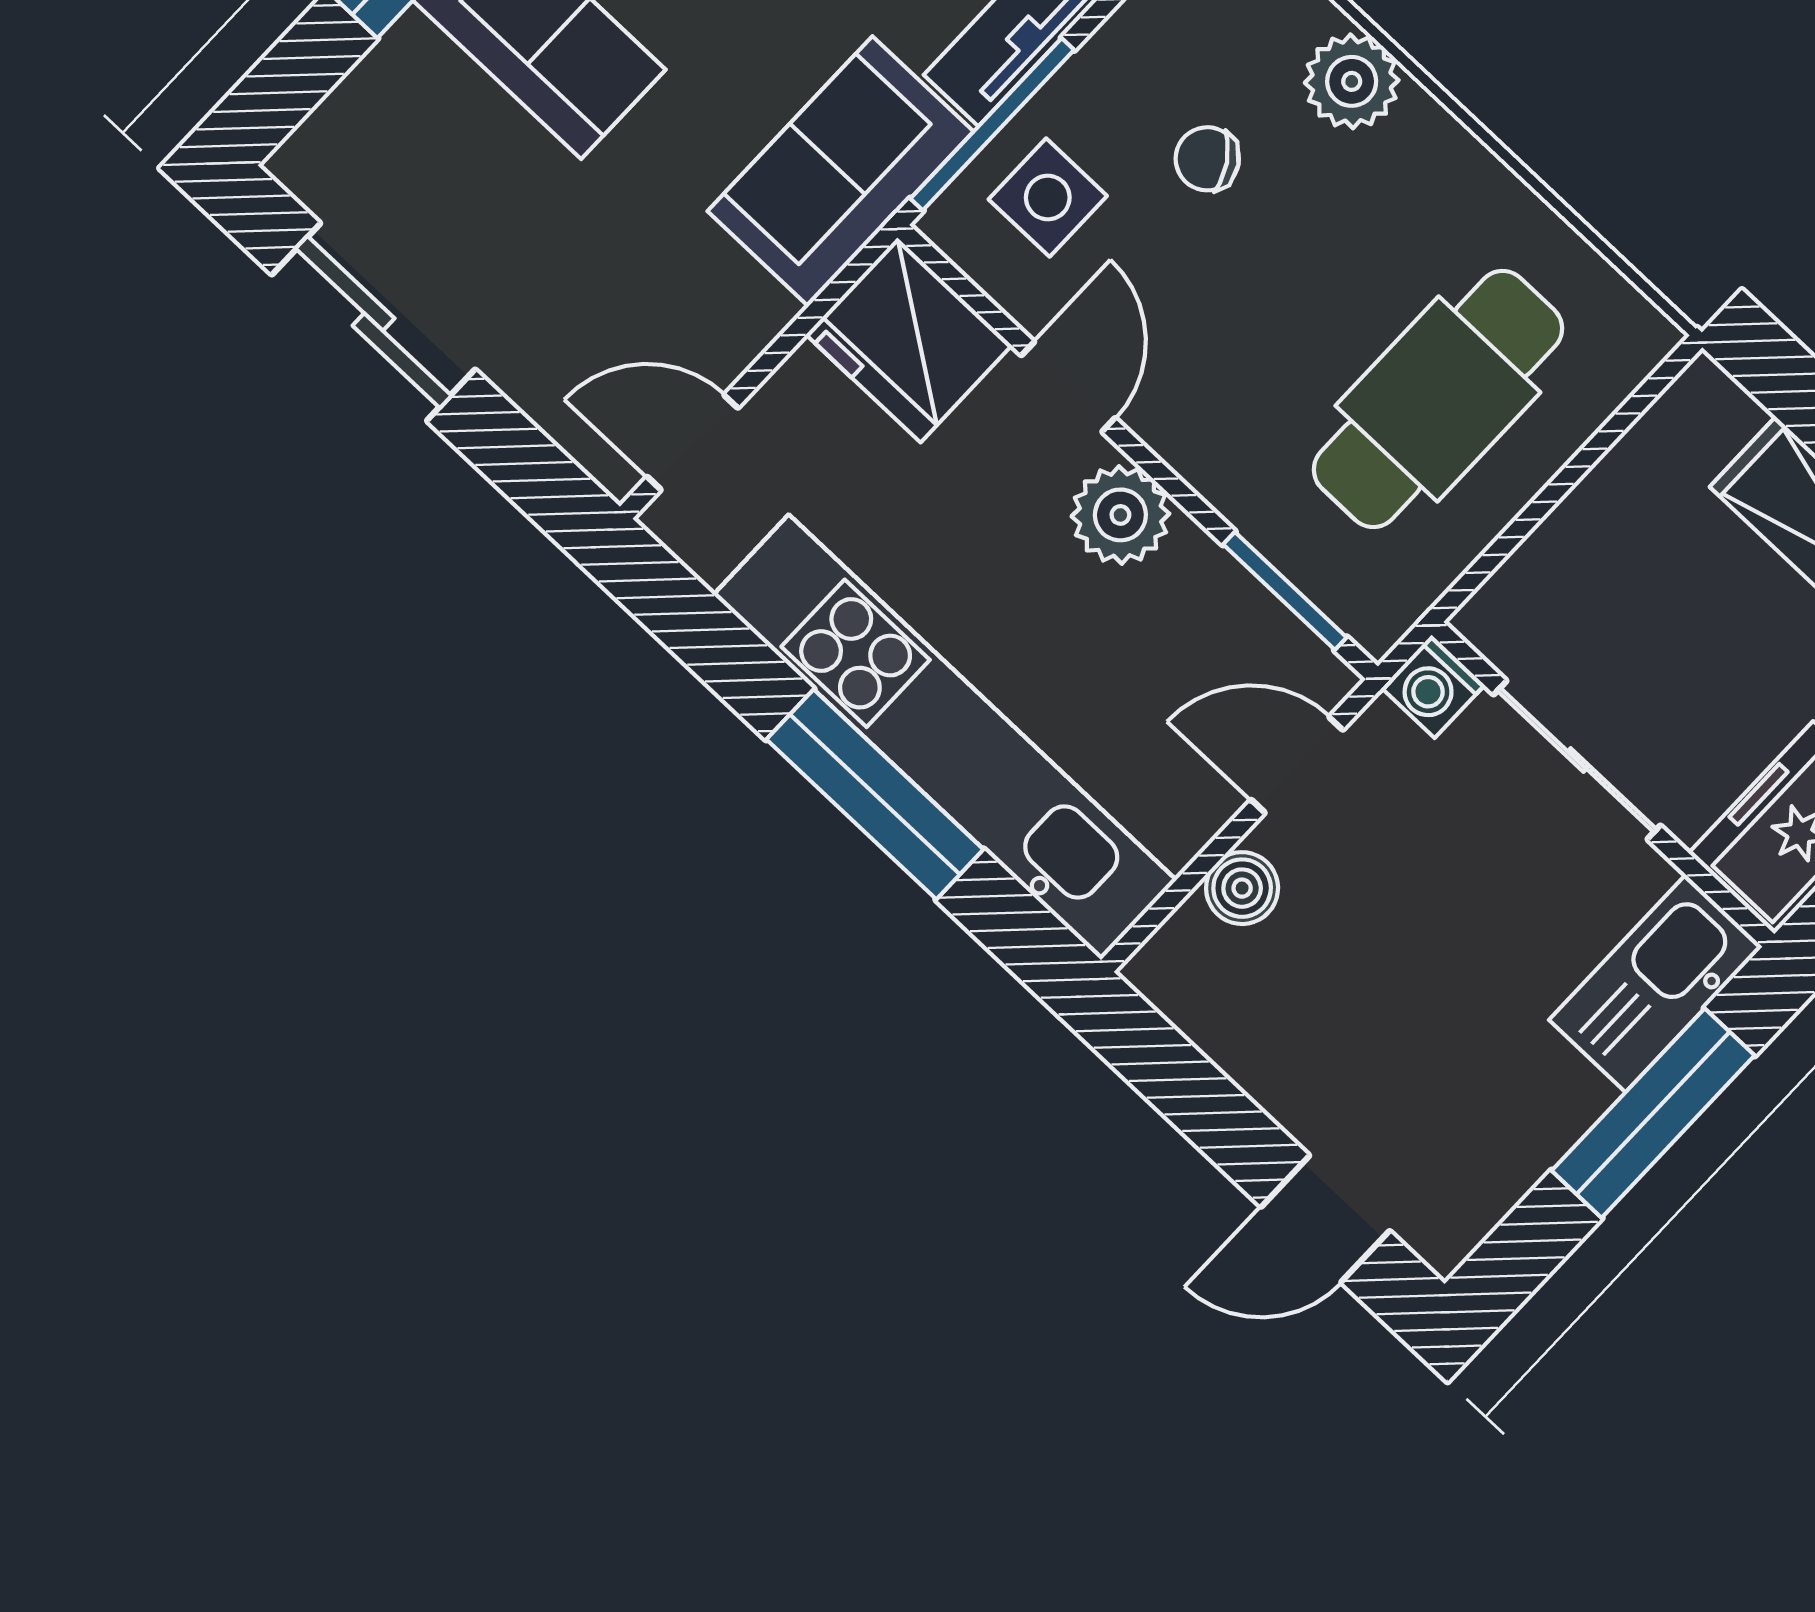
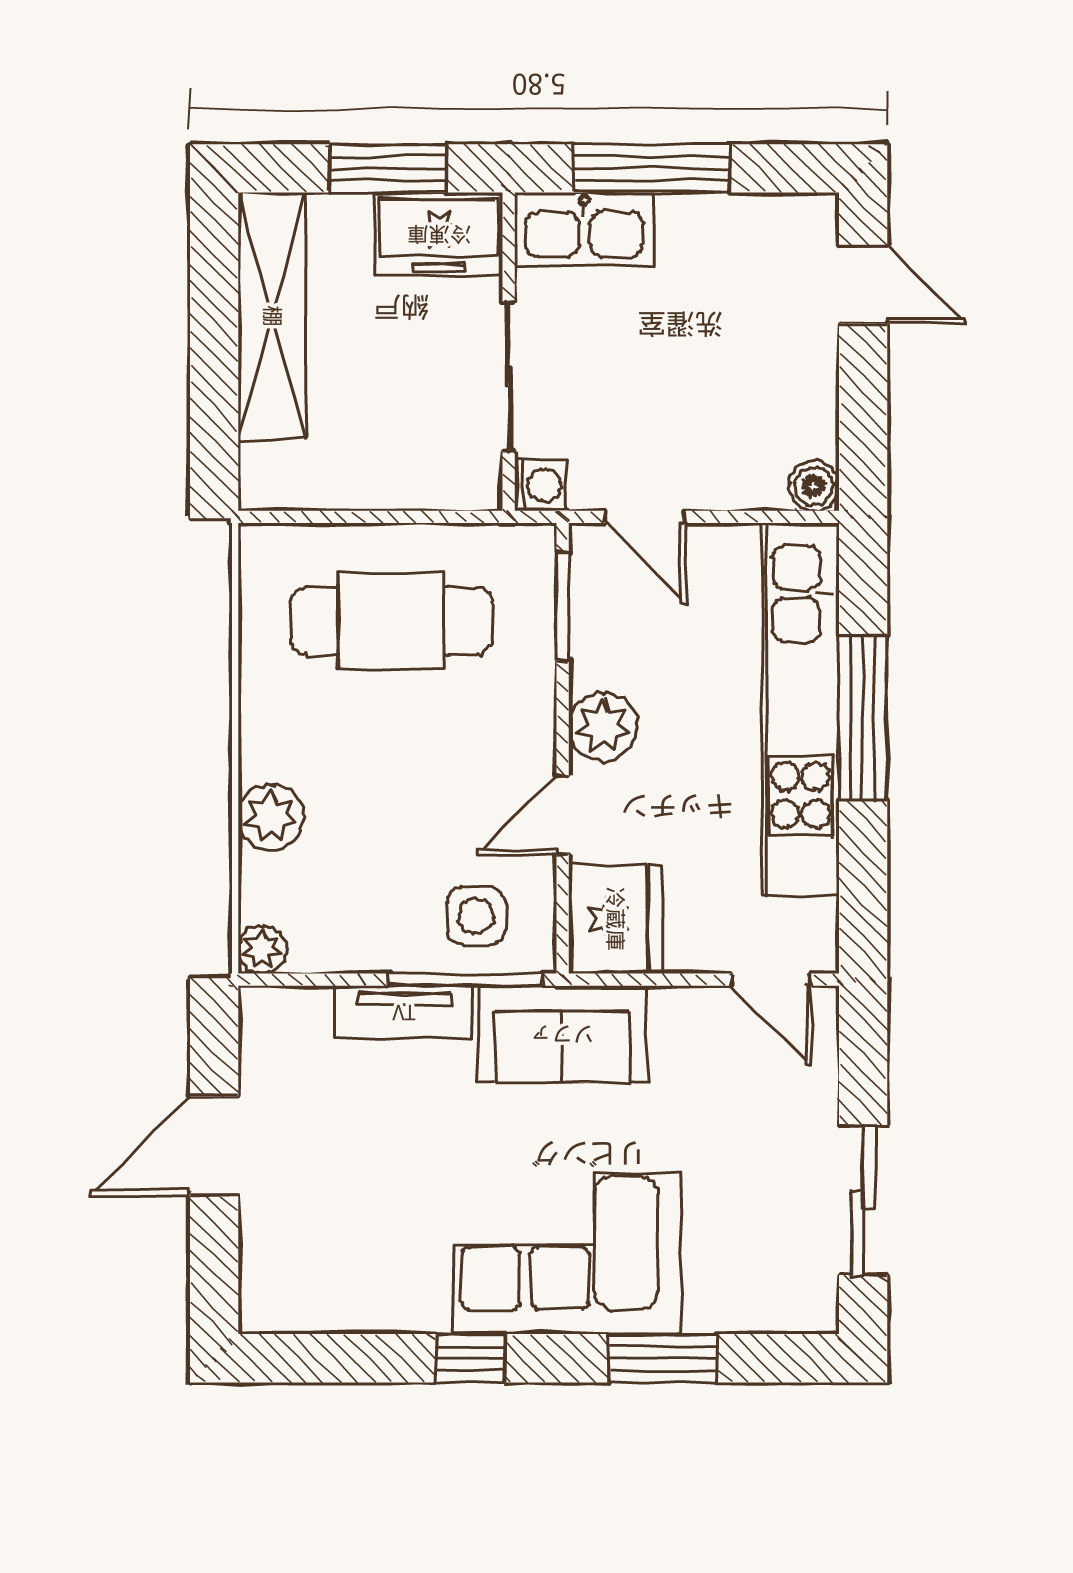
chair: (1207, 159) -> (380, 854), removed
boiler: (1242, 888) -> (814, 486), moved

